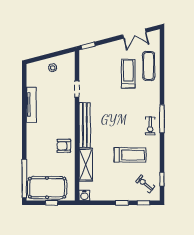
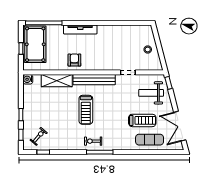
double door: (134, 34) -> (180, 126), width x1.37
weight bench: (99, 64) -> (151, 93), added
tv unit: (31, 105) -> (80, 29), moved
treadmill: (130, 155) -> (86, 110), moved

